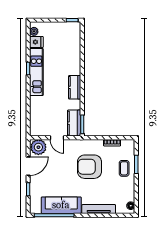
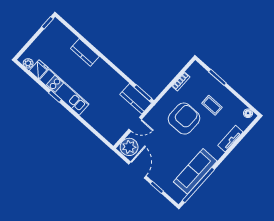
kitchen counter: (75, 87) -> (85, 52), moved
armchair: (89, 167) -> (184, 119), turned 180
coffee table: (124, 168) -> (212, 105), moved
tv unit: (99, 209) -> (230, 139), width x0.71

